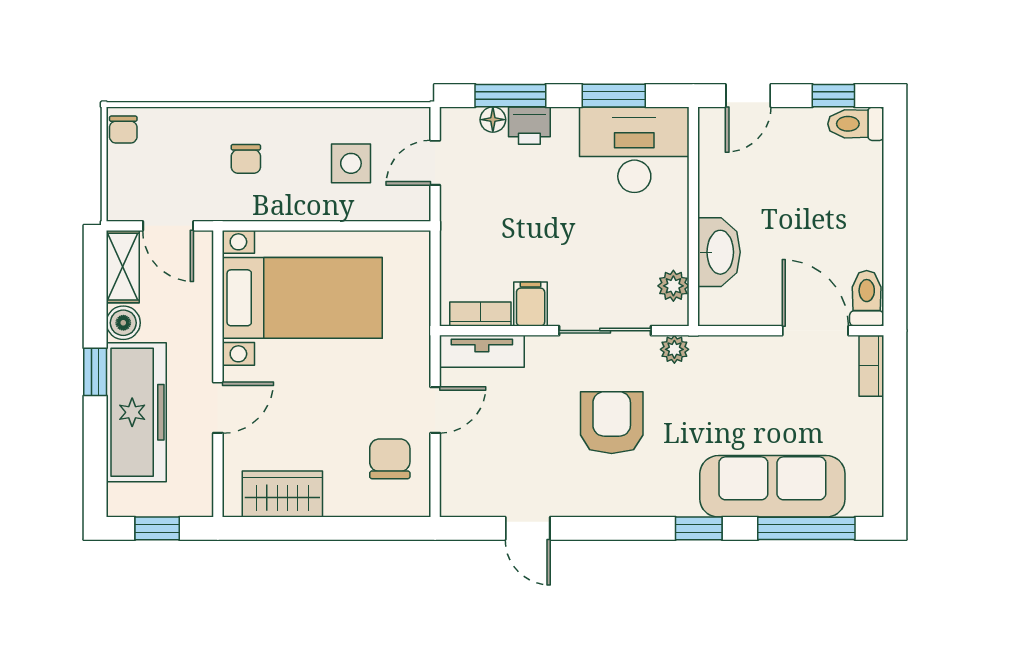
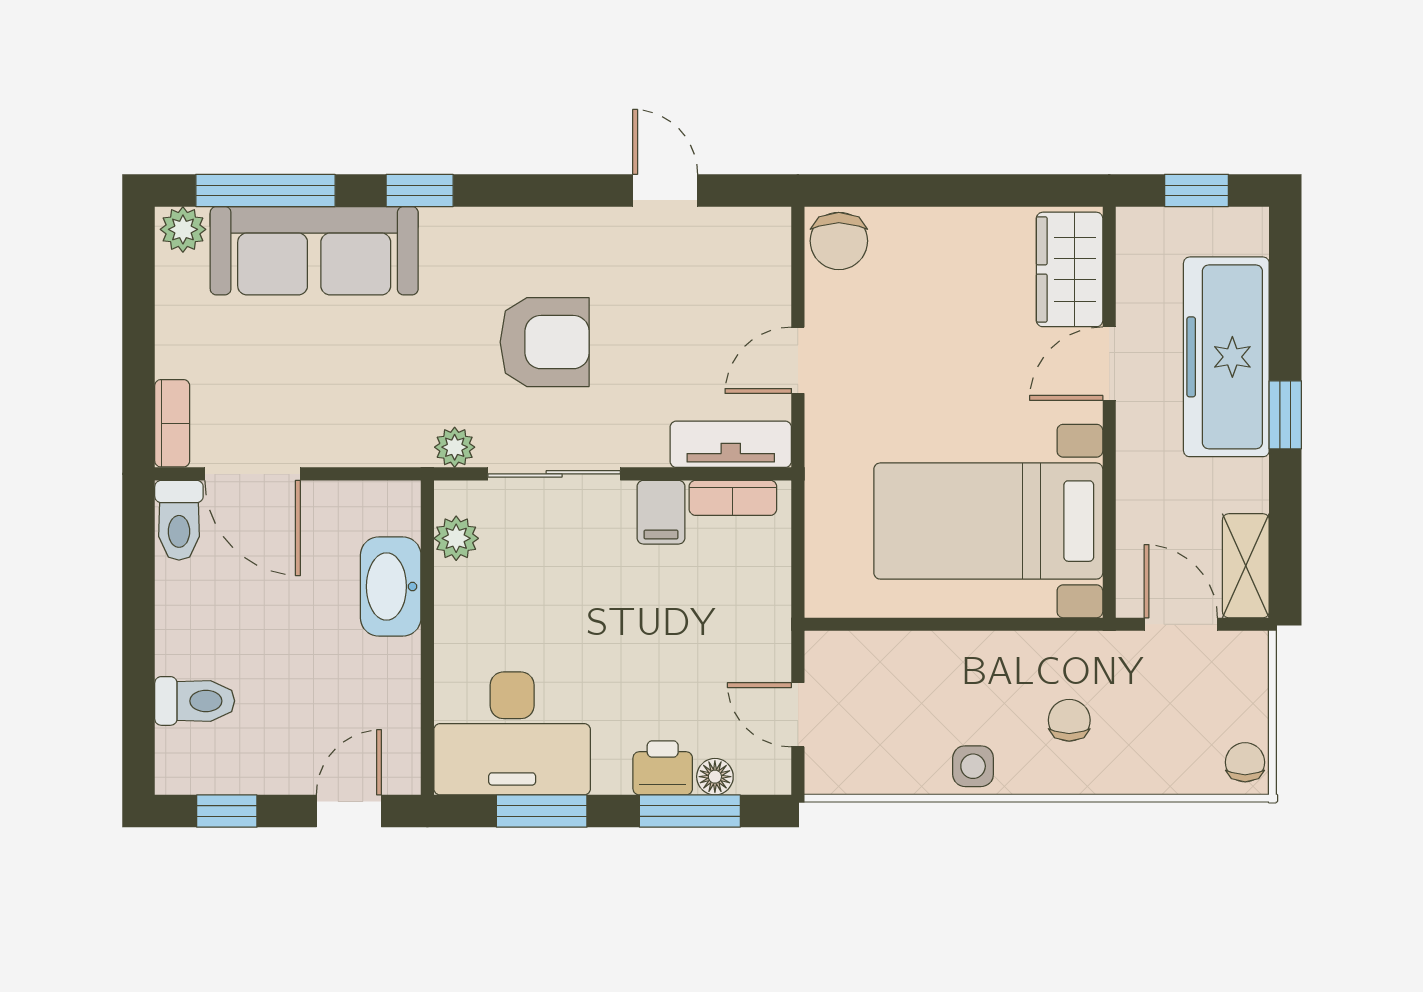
toilet: (856, 124) -> (195, 701), moved
side table: (351, 163) -> (973, 766), moved, width x0.73, depth x0.73
door: (435, 163) -> (798, 715), swing flipped
boiler: (123, 323) -> (1245, 485), removed
armchair: (612, 423) -> (545, 342), turned -90
chair: (390, 459) -> (839, 241), moved
wardrobe: (282, 494) -> (1070, 269), moved, turned 90
plant: (864, 501) -> (183, 229), added

